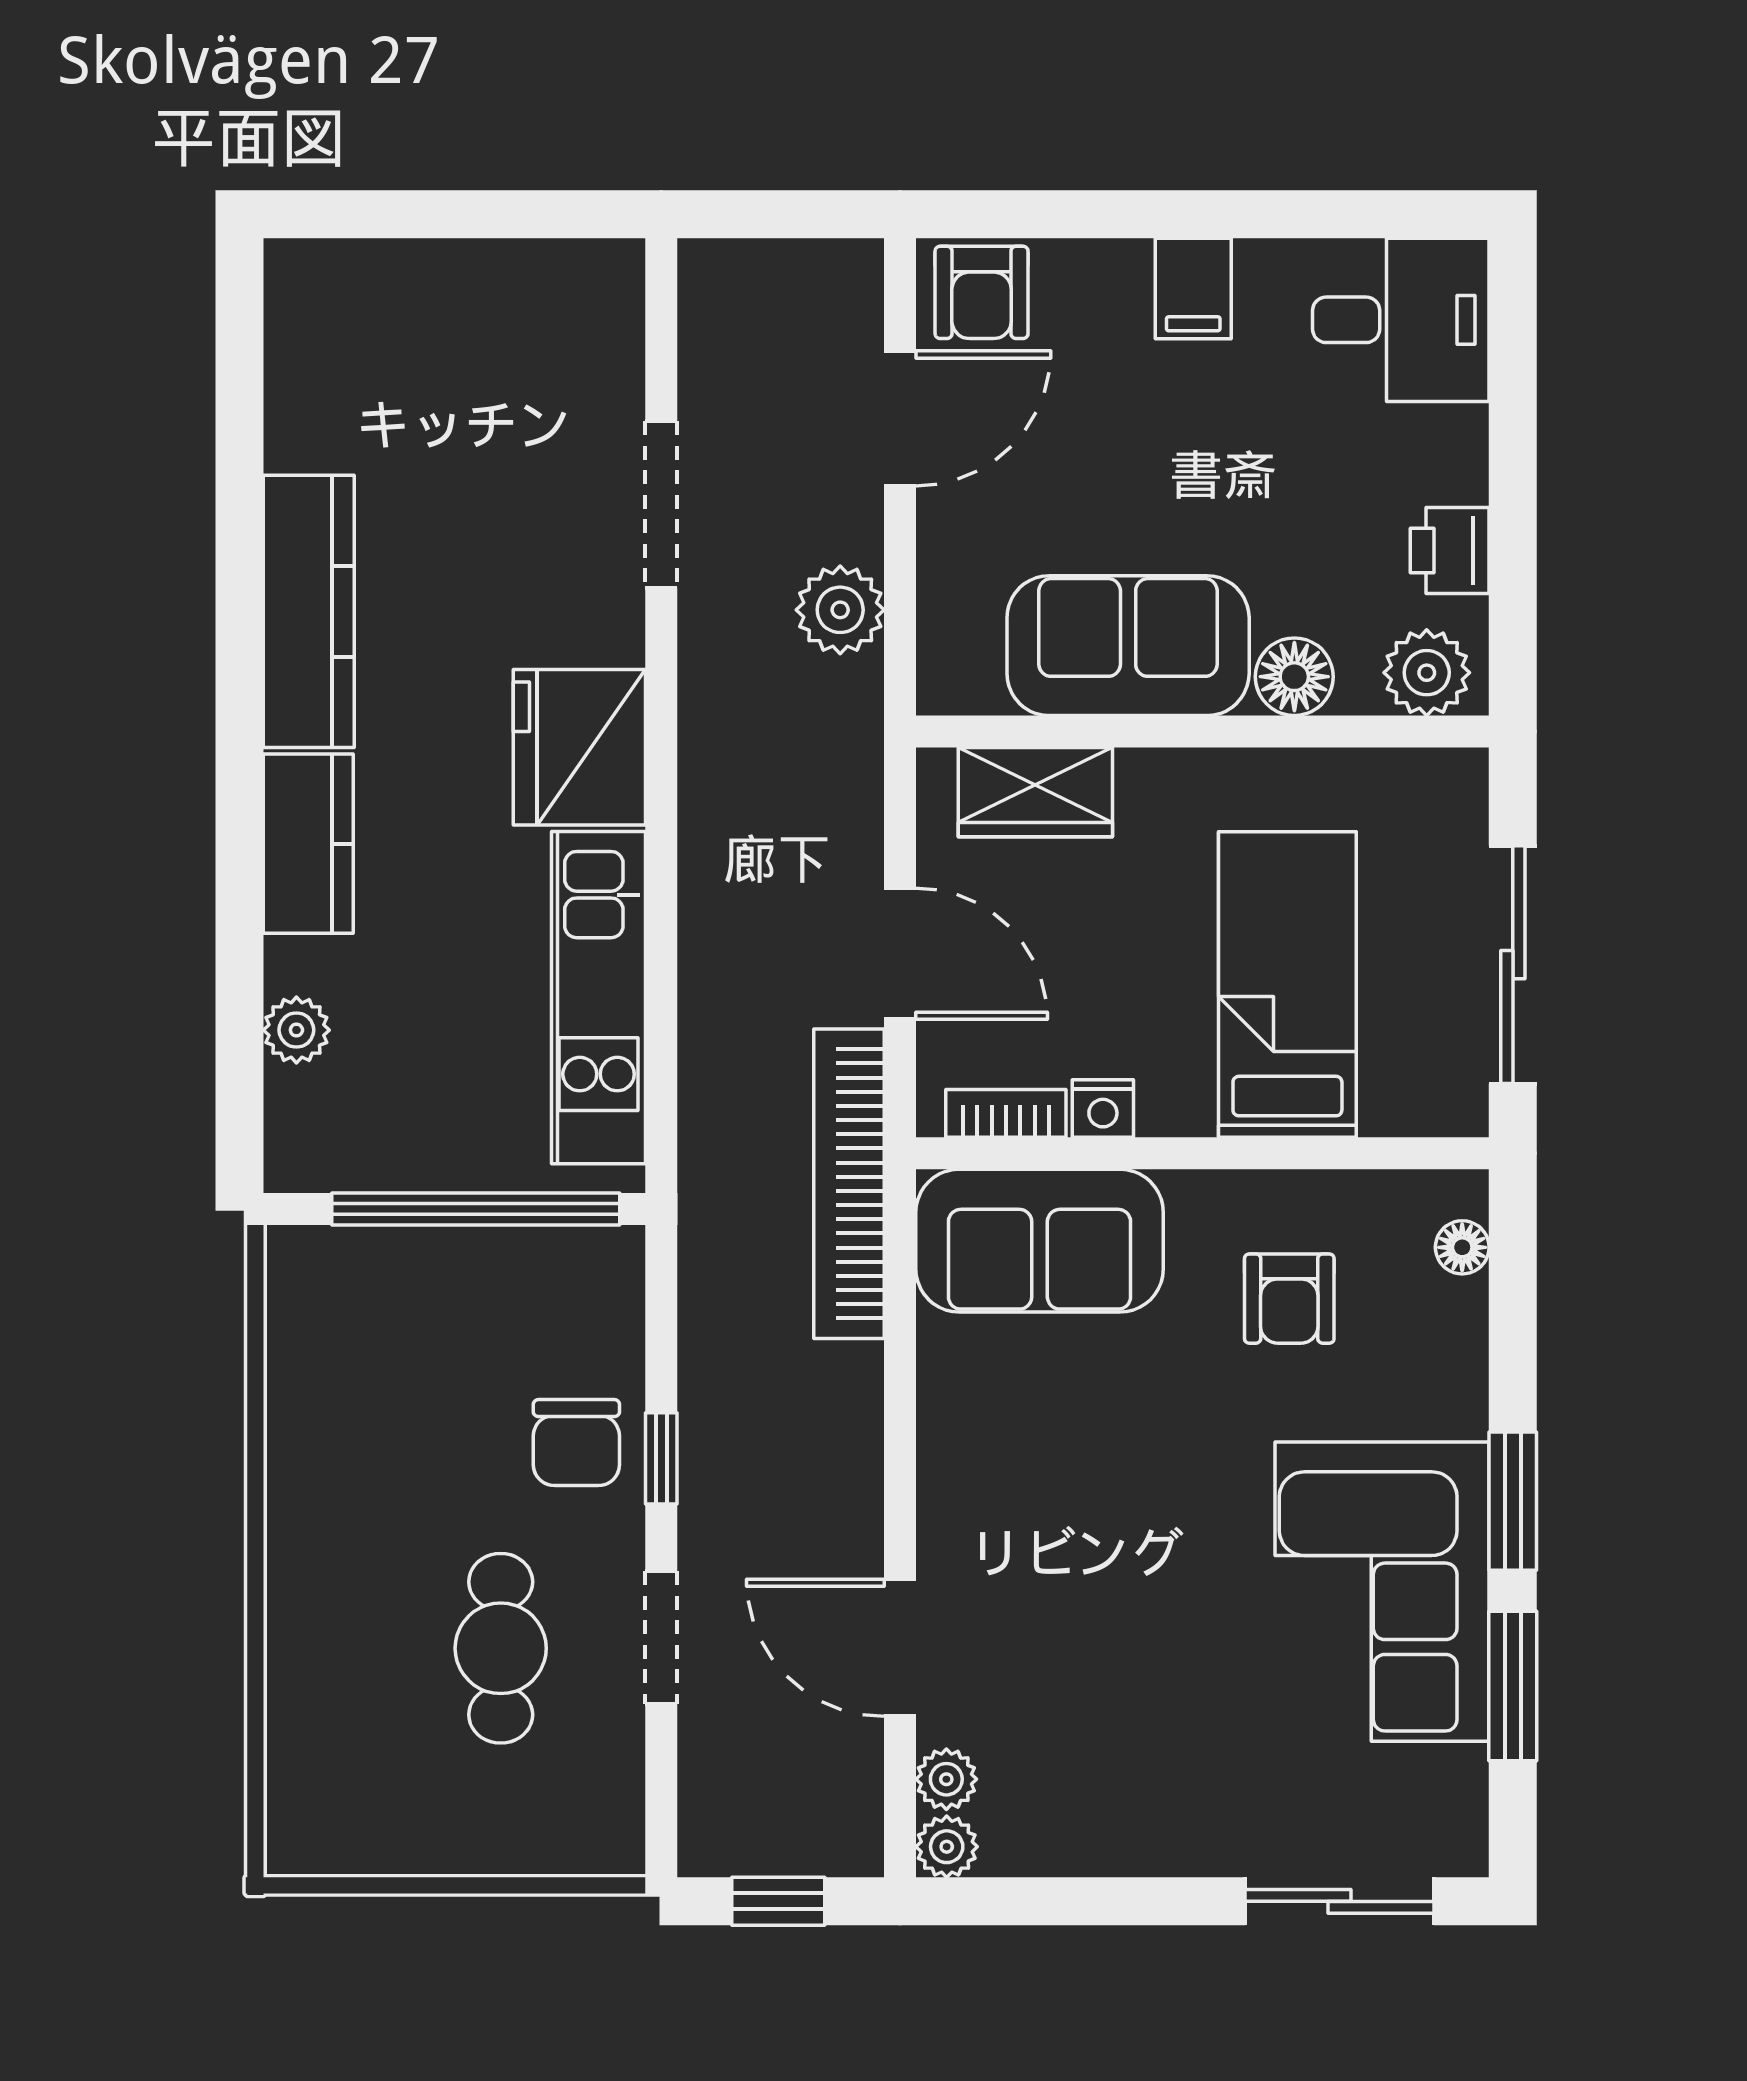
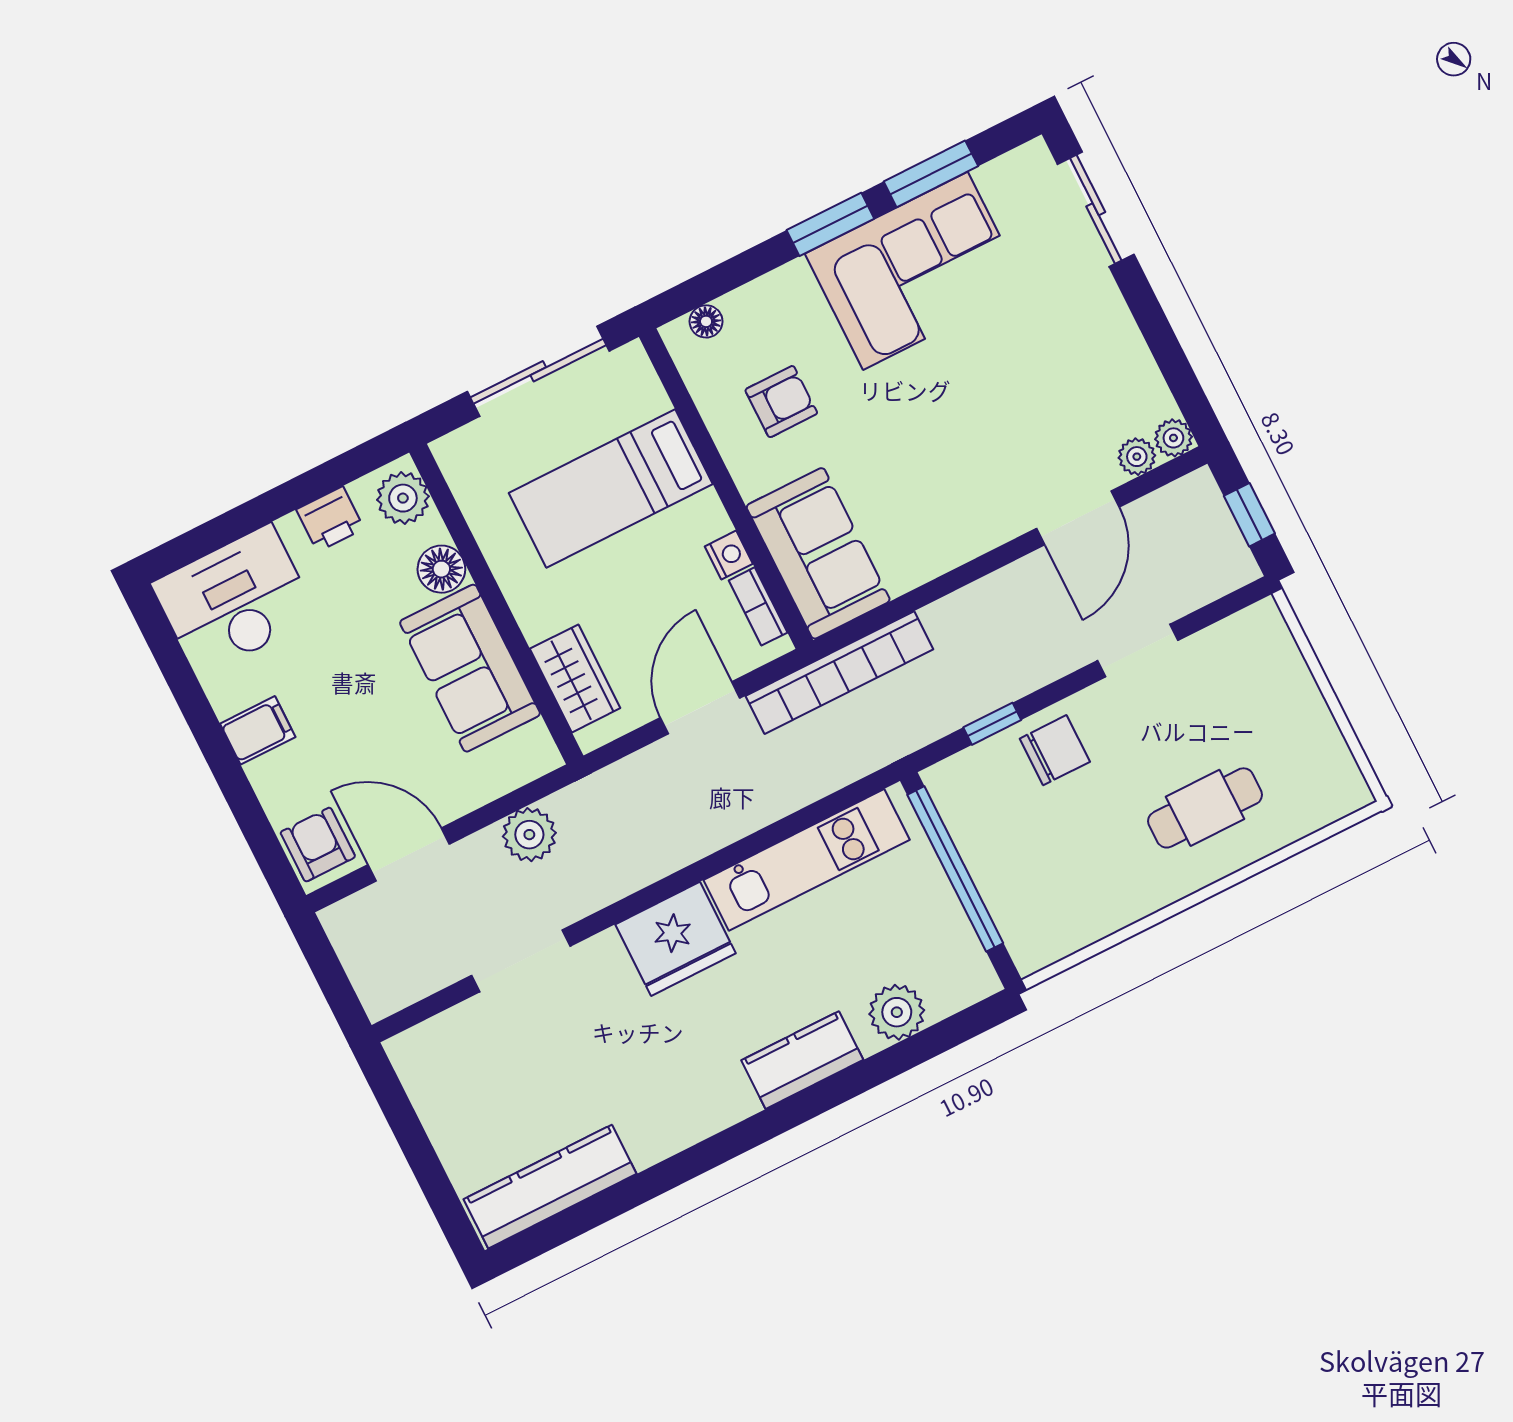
armchair: (982, 292) -> (318, 845), turned -90
desk: (1401, 320) -> (235, 600), width x1.37
kitchen counter: (309, 611) -> (550, 1187), moved
plant: (296, 1030) -> (897, 1012), width x1.38, depth x1.38
window: (661, 1458) -> (992, 724), moved
cafe table: (501, 1648) -> (1205, 808), moved

